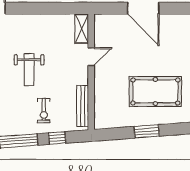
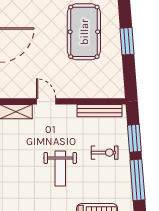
weight bench: (29, 70) -> (60, 169), turned 90
window: (57, 138) -> (134, 138), width x1.50

